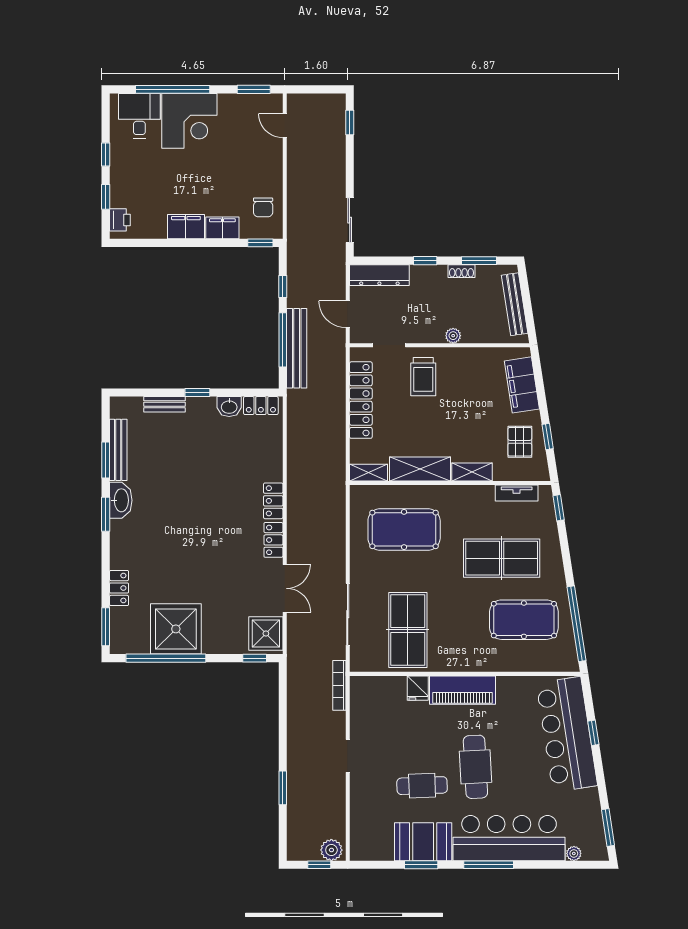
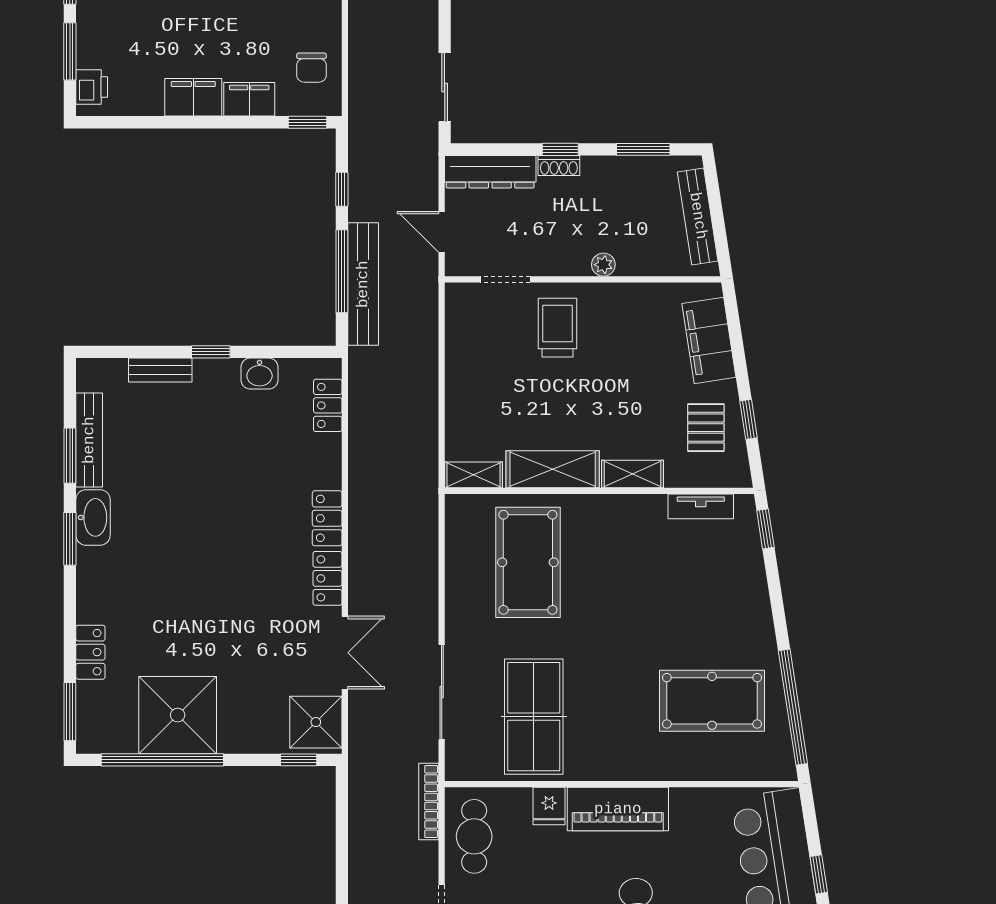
window: (106, 197) -> (70, 51), width x1.50
shoe rack: (461, 271) -> (559, 166), moved
trolley: (423, 377) -> (557, 328), turned 180
locker: (361, 400) -> (462, 364), removed
locker: (261, 406) -> (328, 405), moved, turned 90
pool table: (404, 529) -> (528, 562), turned 90
table tennis table: (502, 558) -> (678, 606), removed
cafe table: (369, 708) -> (474, 836), added

